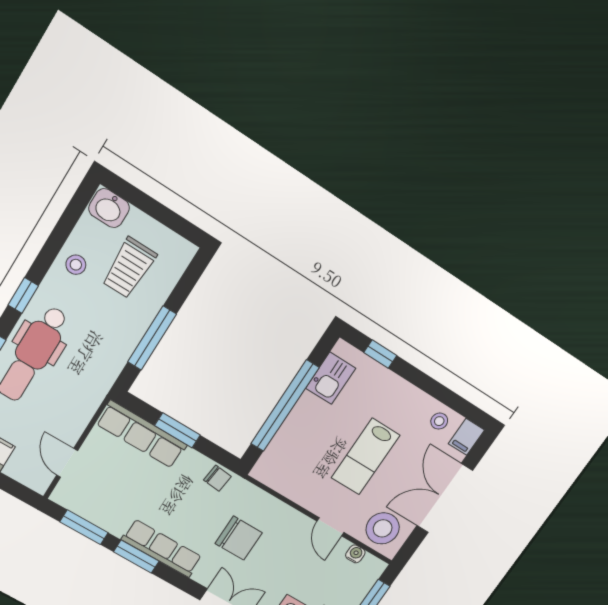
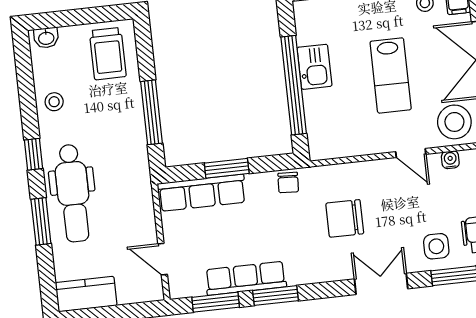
washbasin: (109, 208) -> (46, 38), width x0.72, depth x0.69
trolley: (129, 268) -> (108, 54), moved
kitchen sink: (331, 378) -> (315, 67), moved
chair: (217, 478) -> (288, 183), turned 87
chair: (239, 538) -> (345, 218), turned 180
row of seats: (162, 548) -> (246, 278), moved

